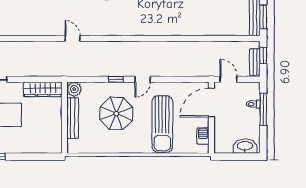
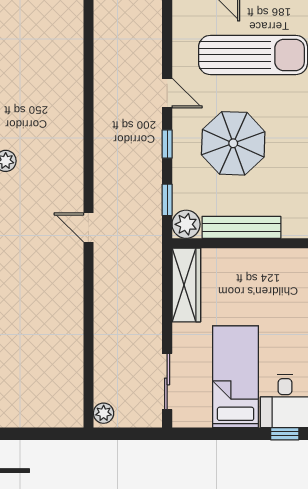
door: (73, 38) -> (88, 228), hinge flipped
window: (87, 79) -> (167, 200), added

